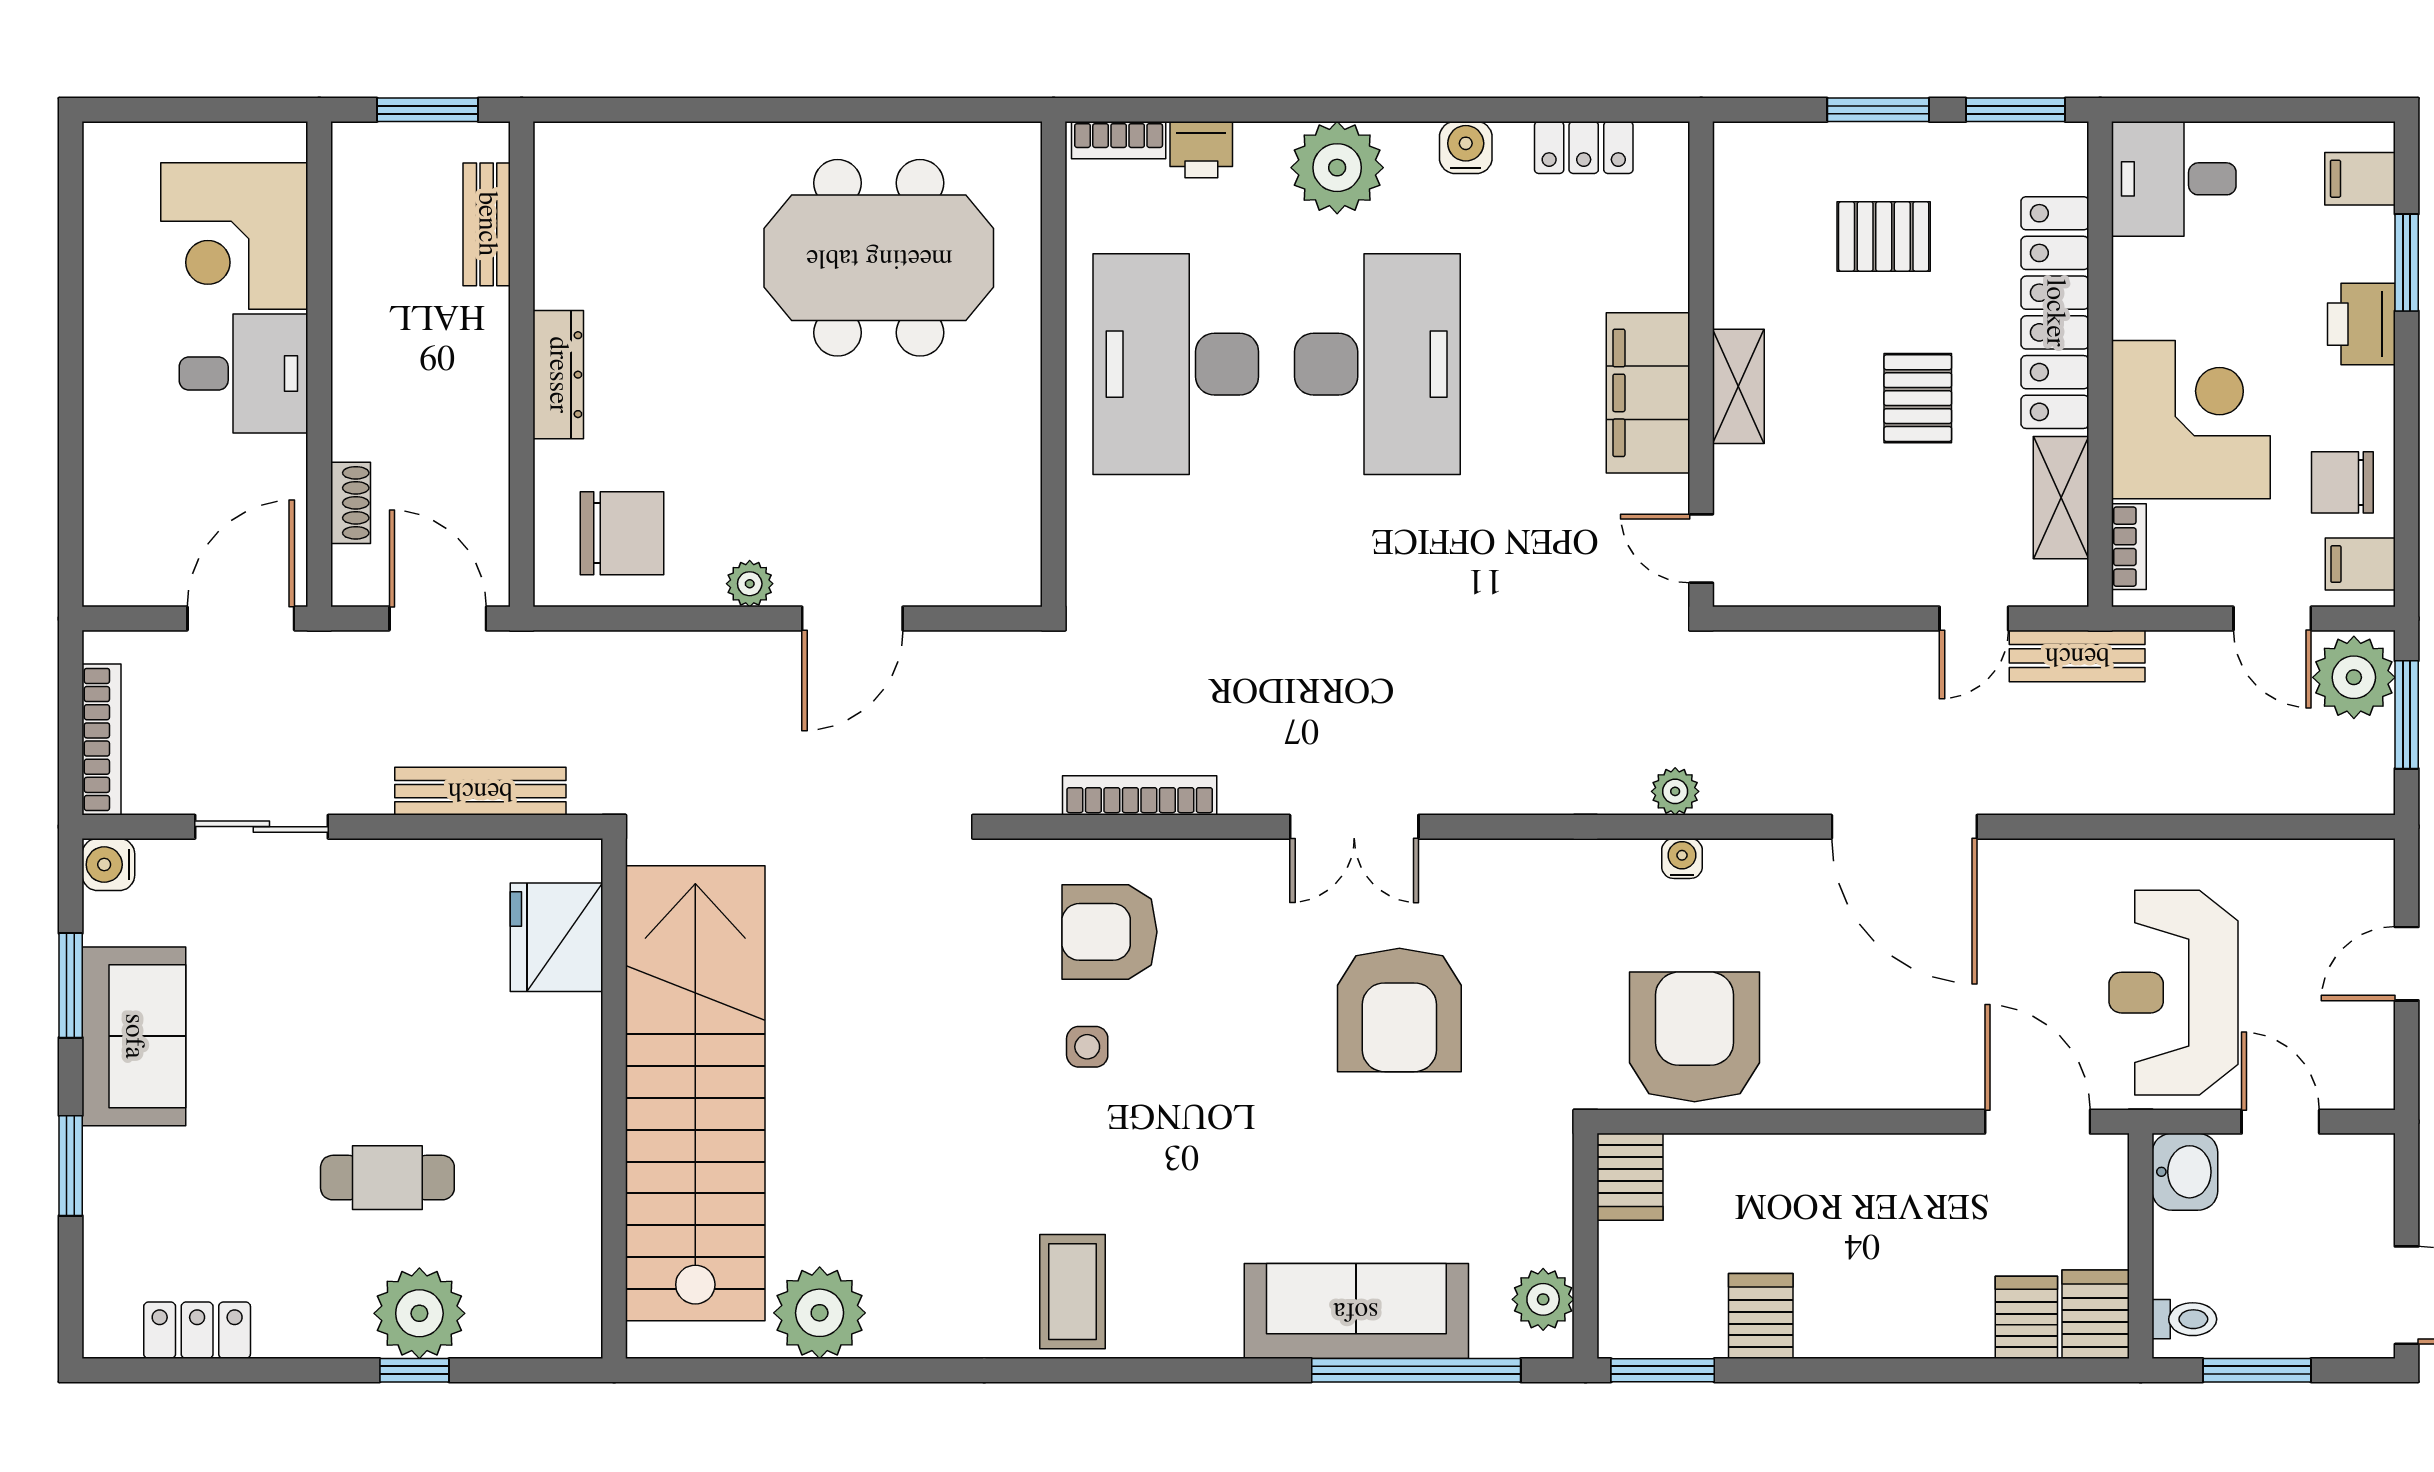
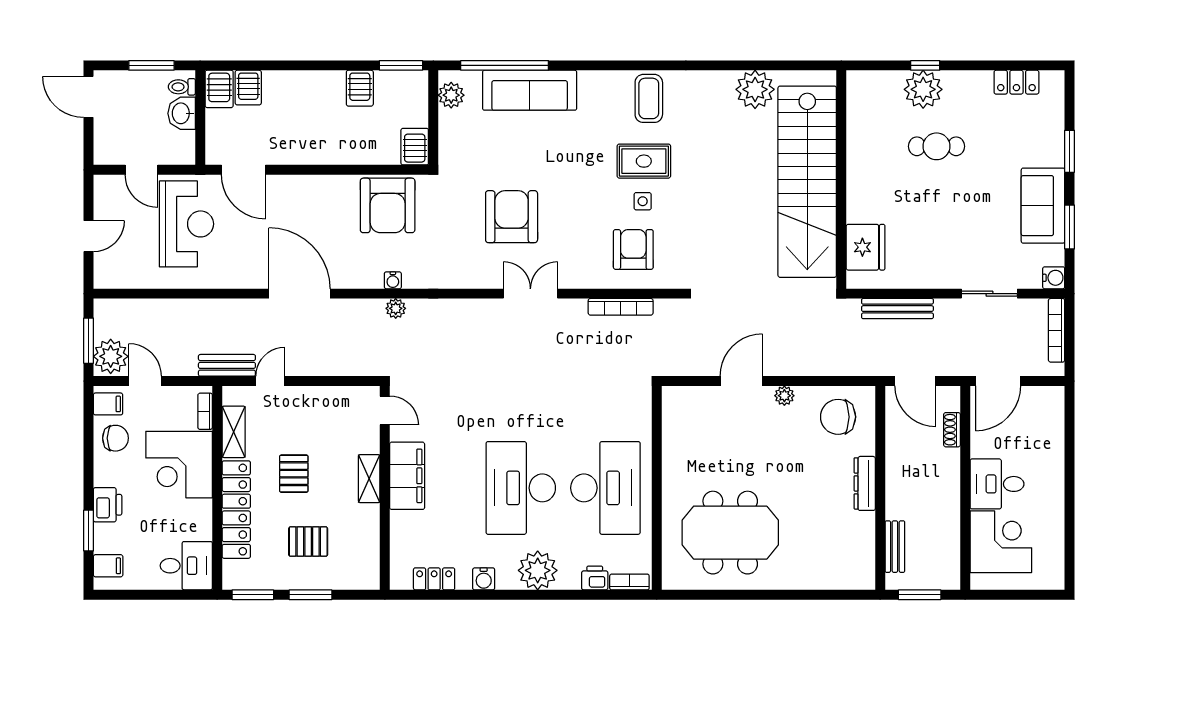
armchair: (1109, 932) -> (633, 249), turned -90
rug: (1084, 1142) -> (644, 161), added
washbasin: (2185, 1172) -> (182, 113), moved

